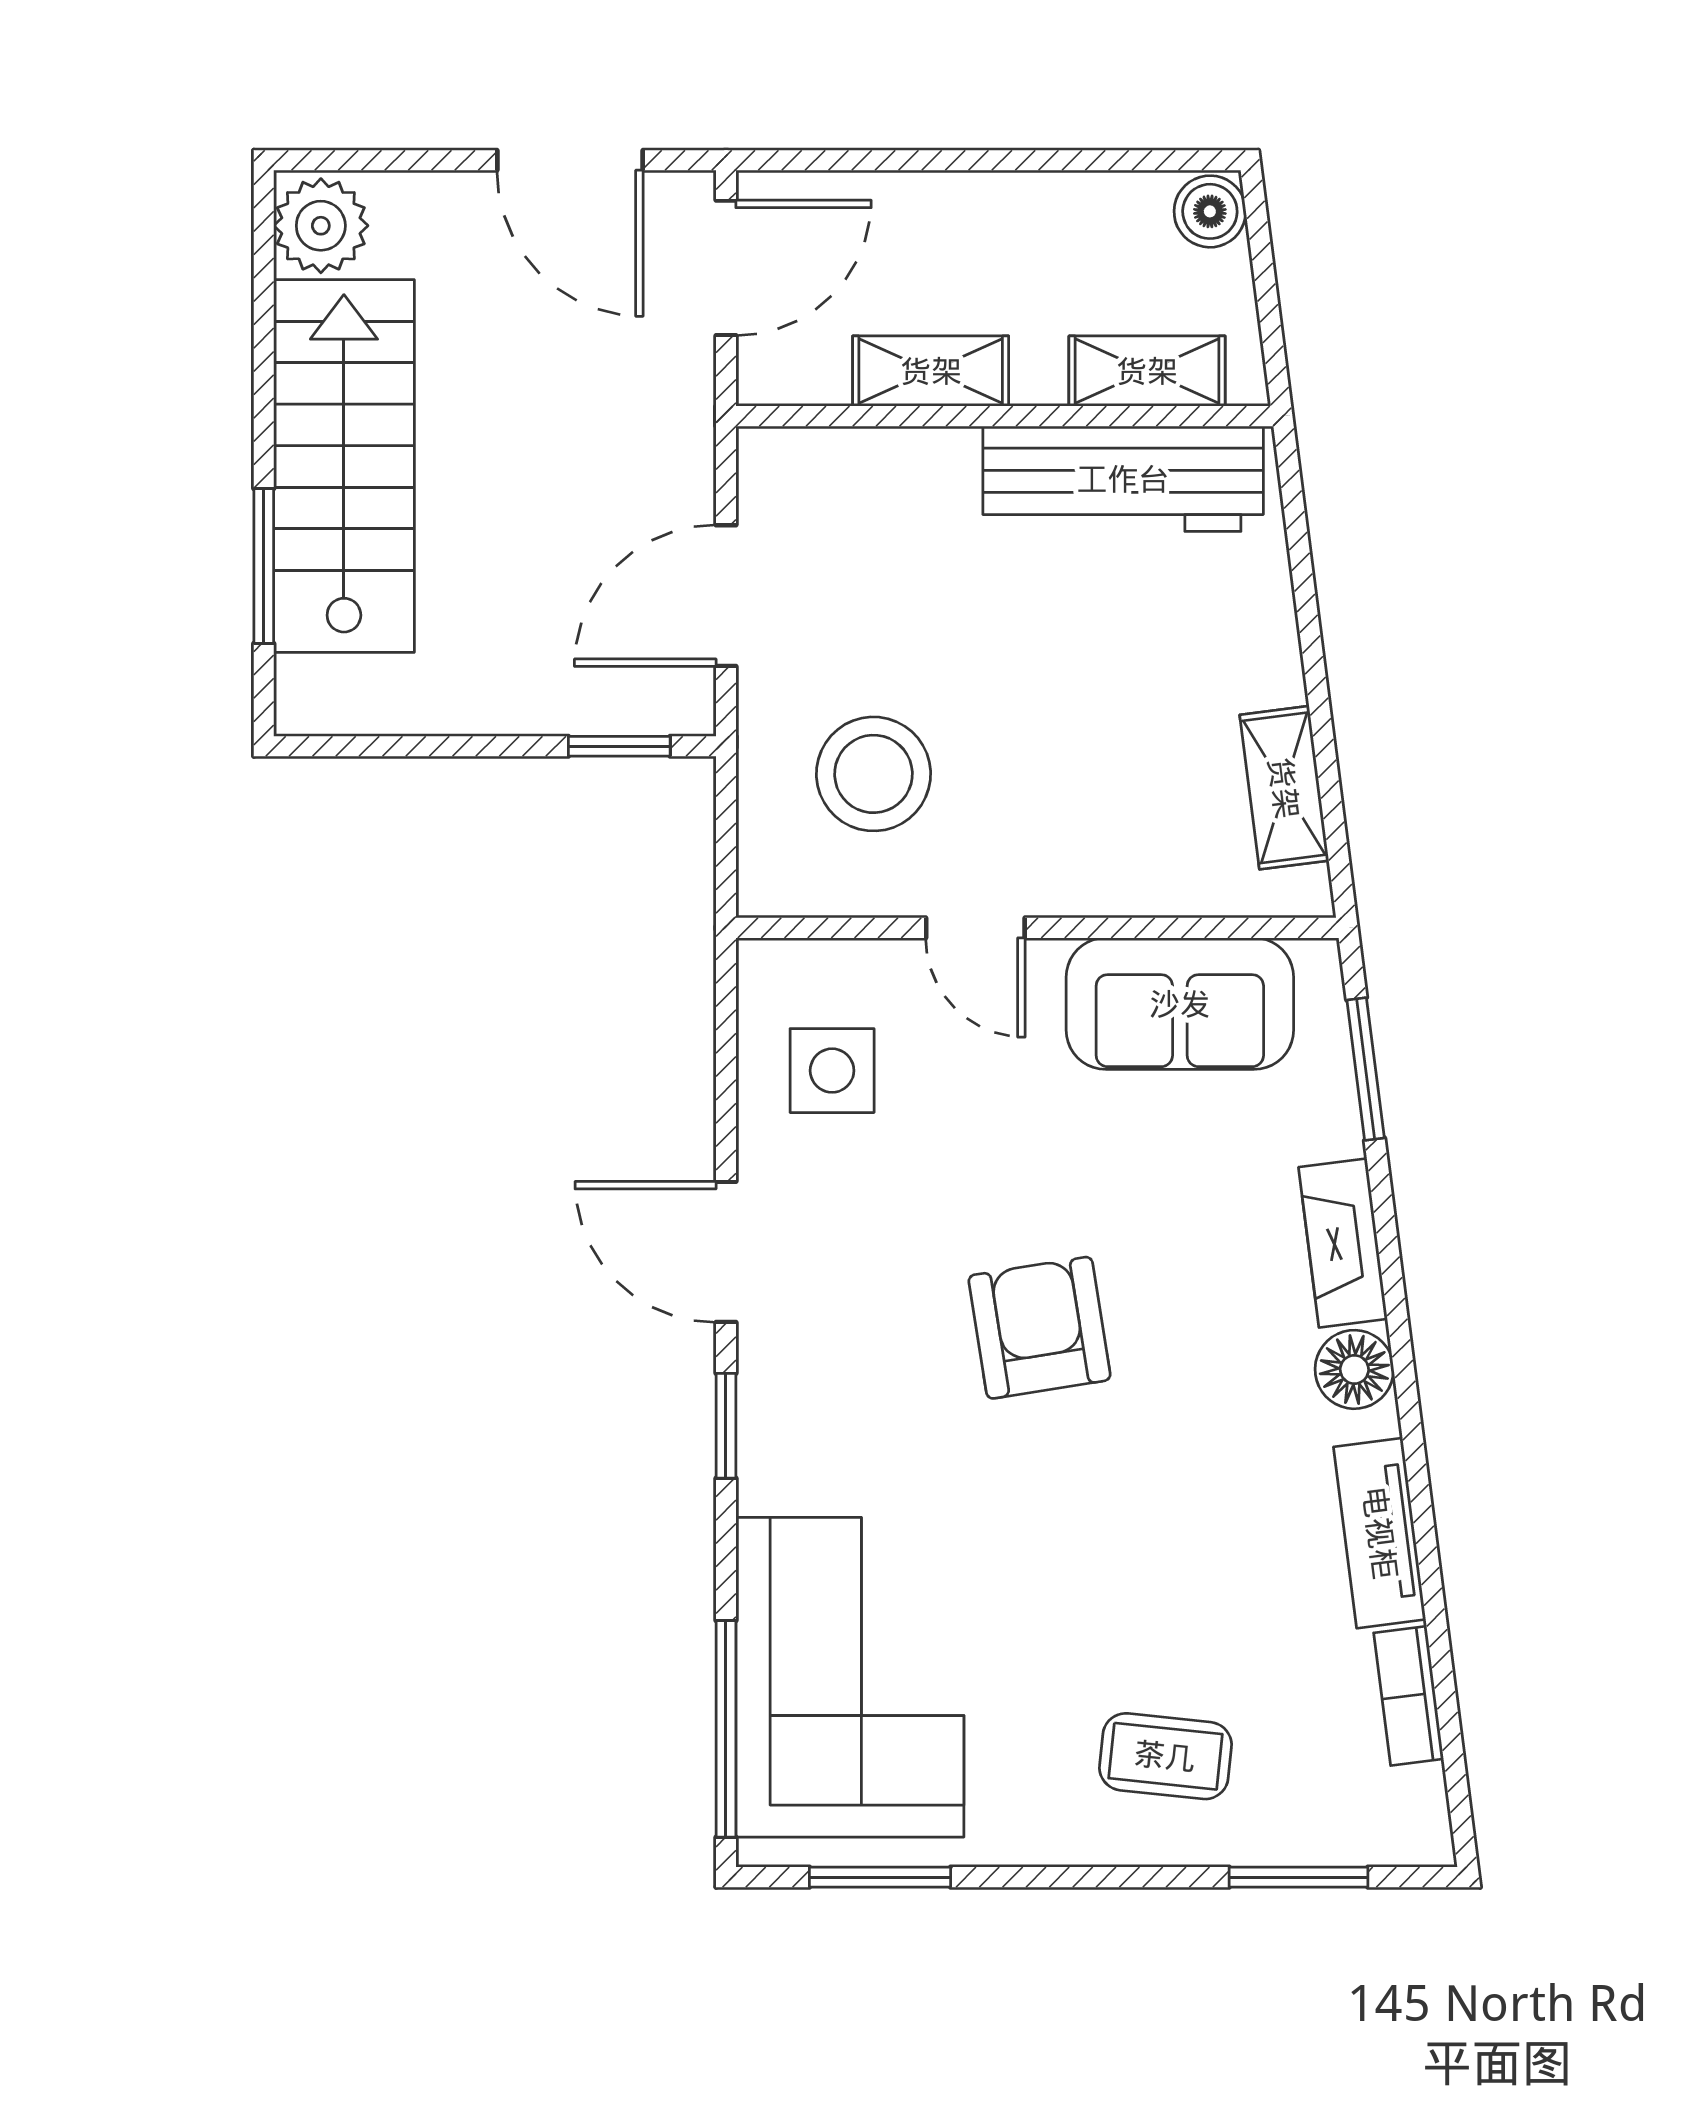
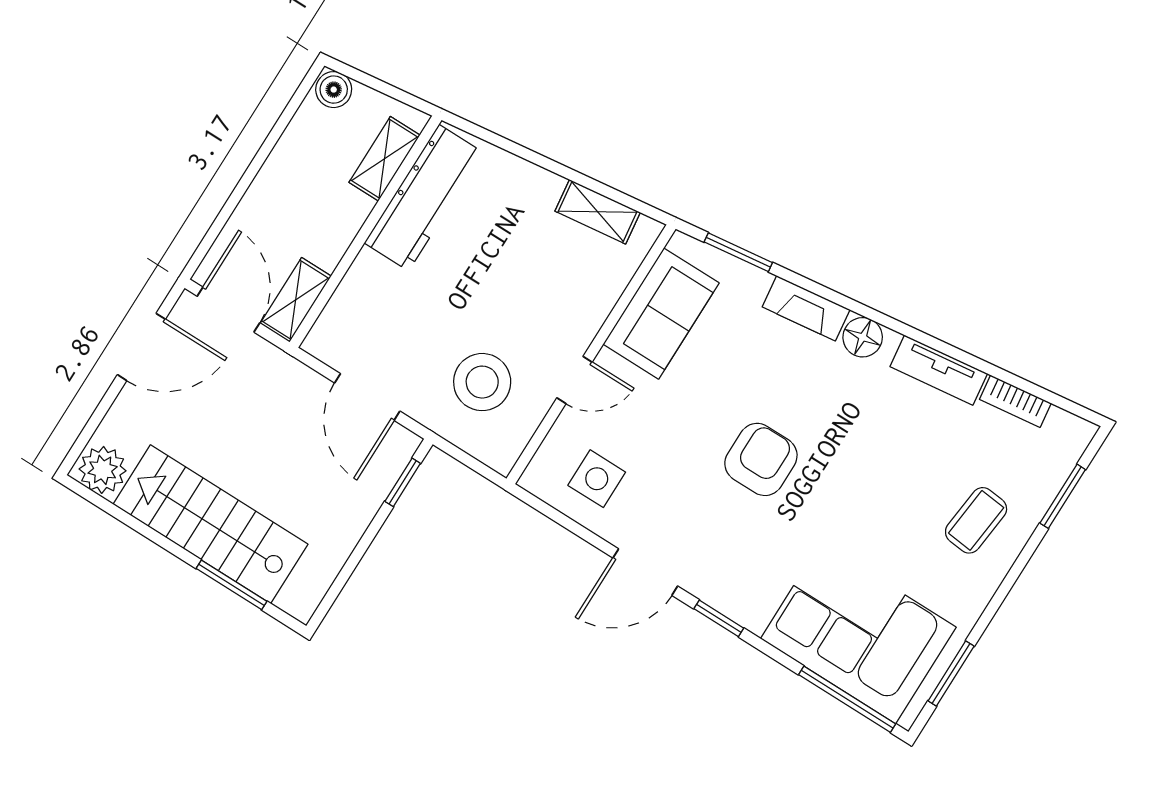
shelving: (931, 371) -> (296, 300), moved
armchair: (1039, 1328) -> (761, 459), turned 99

